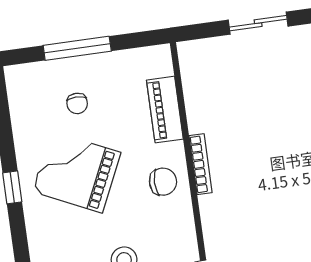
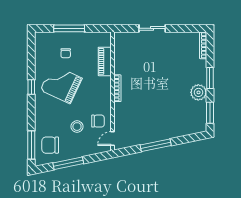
chair: (163, 182) -> (98, 121), moved

